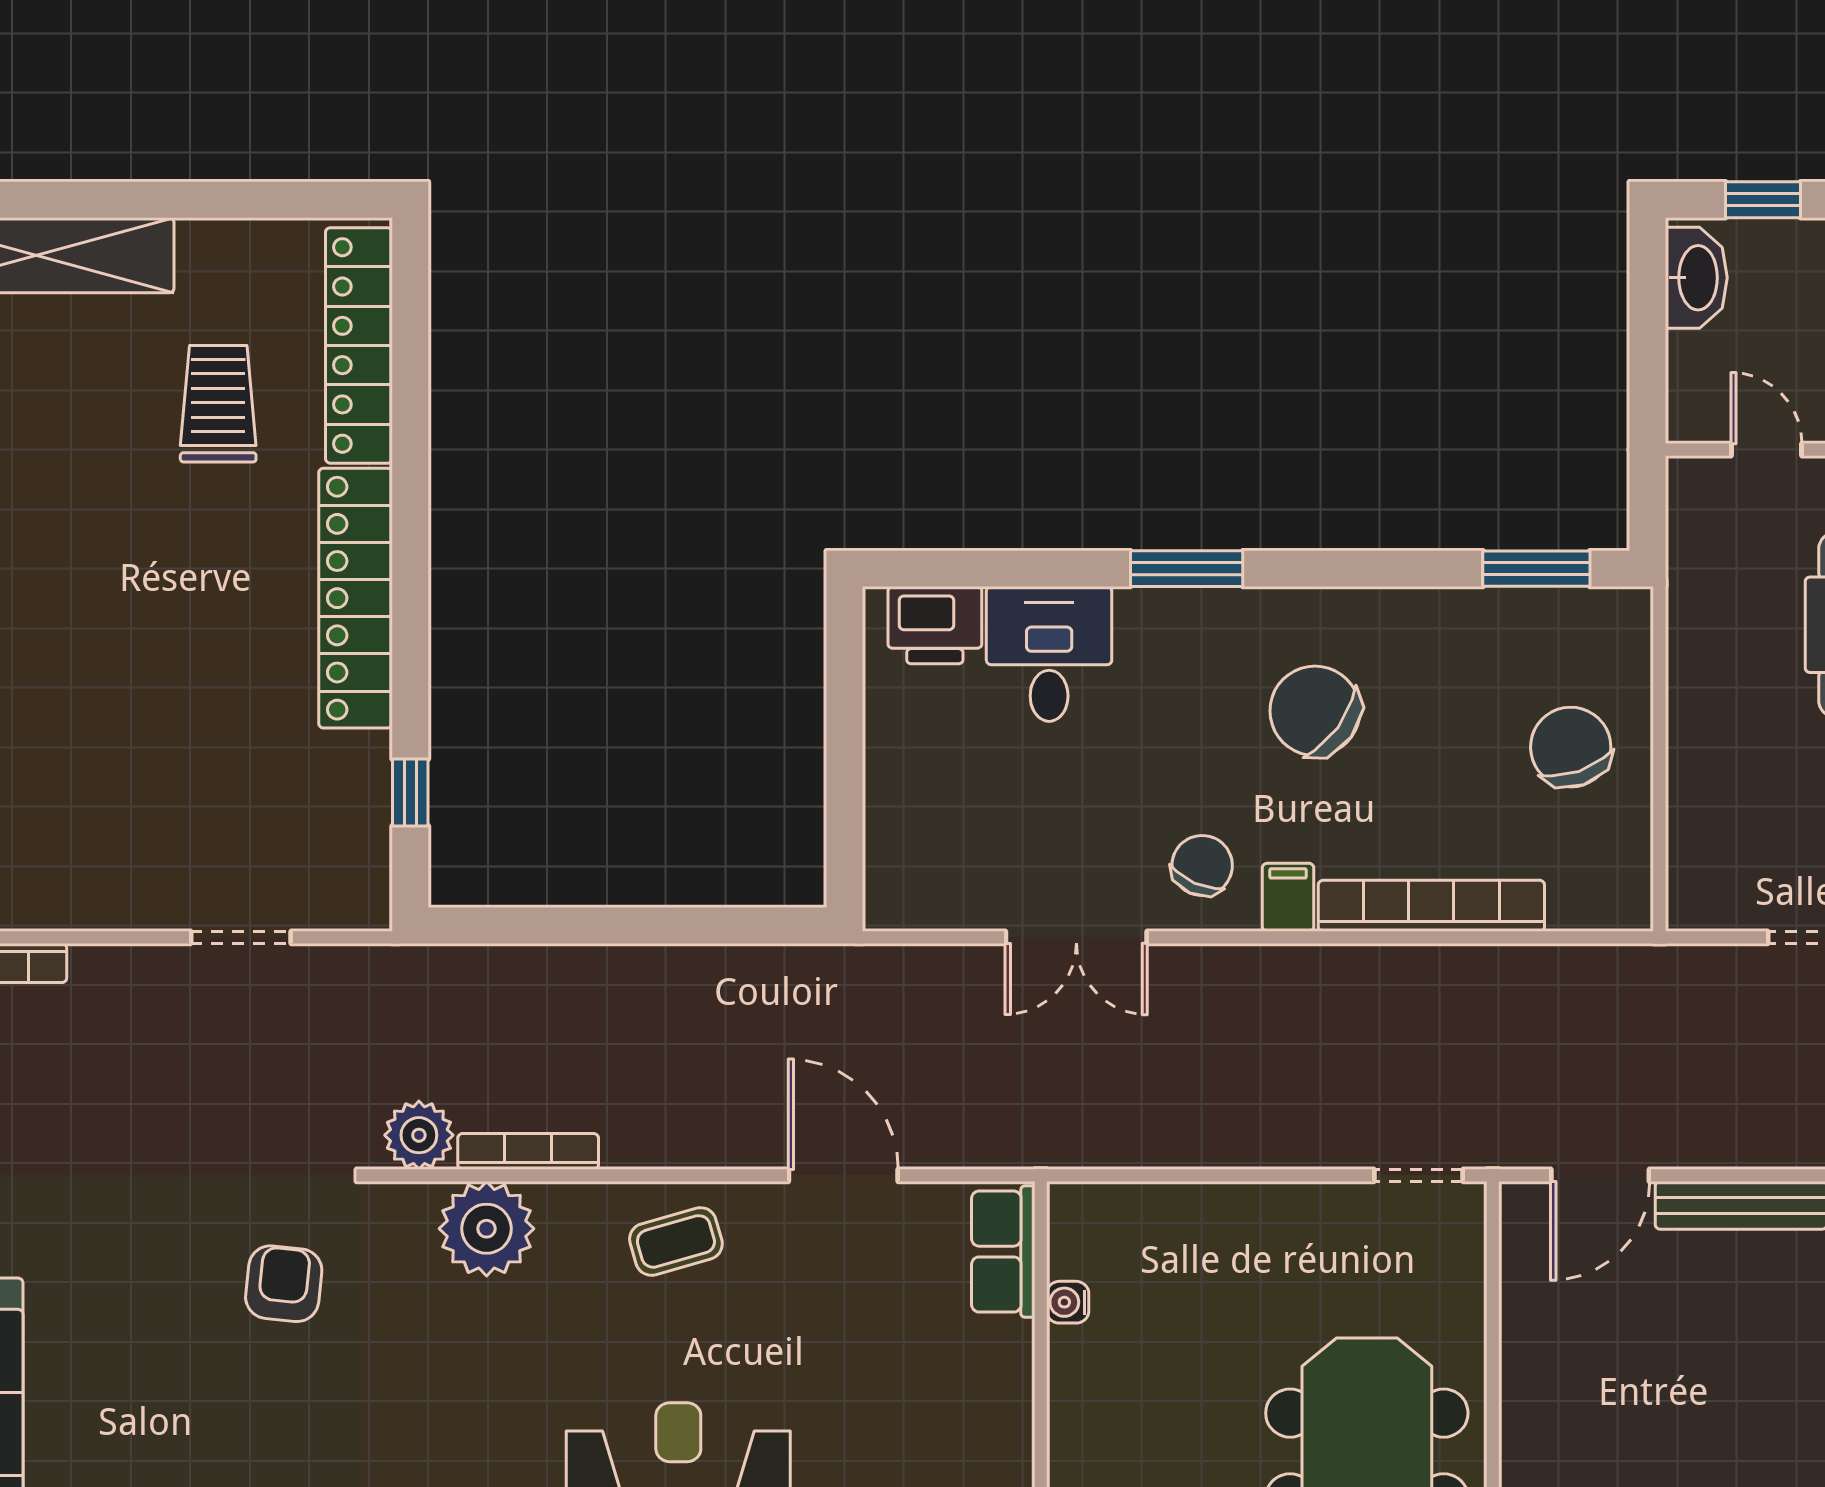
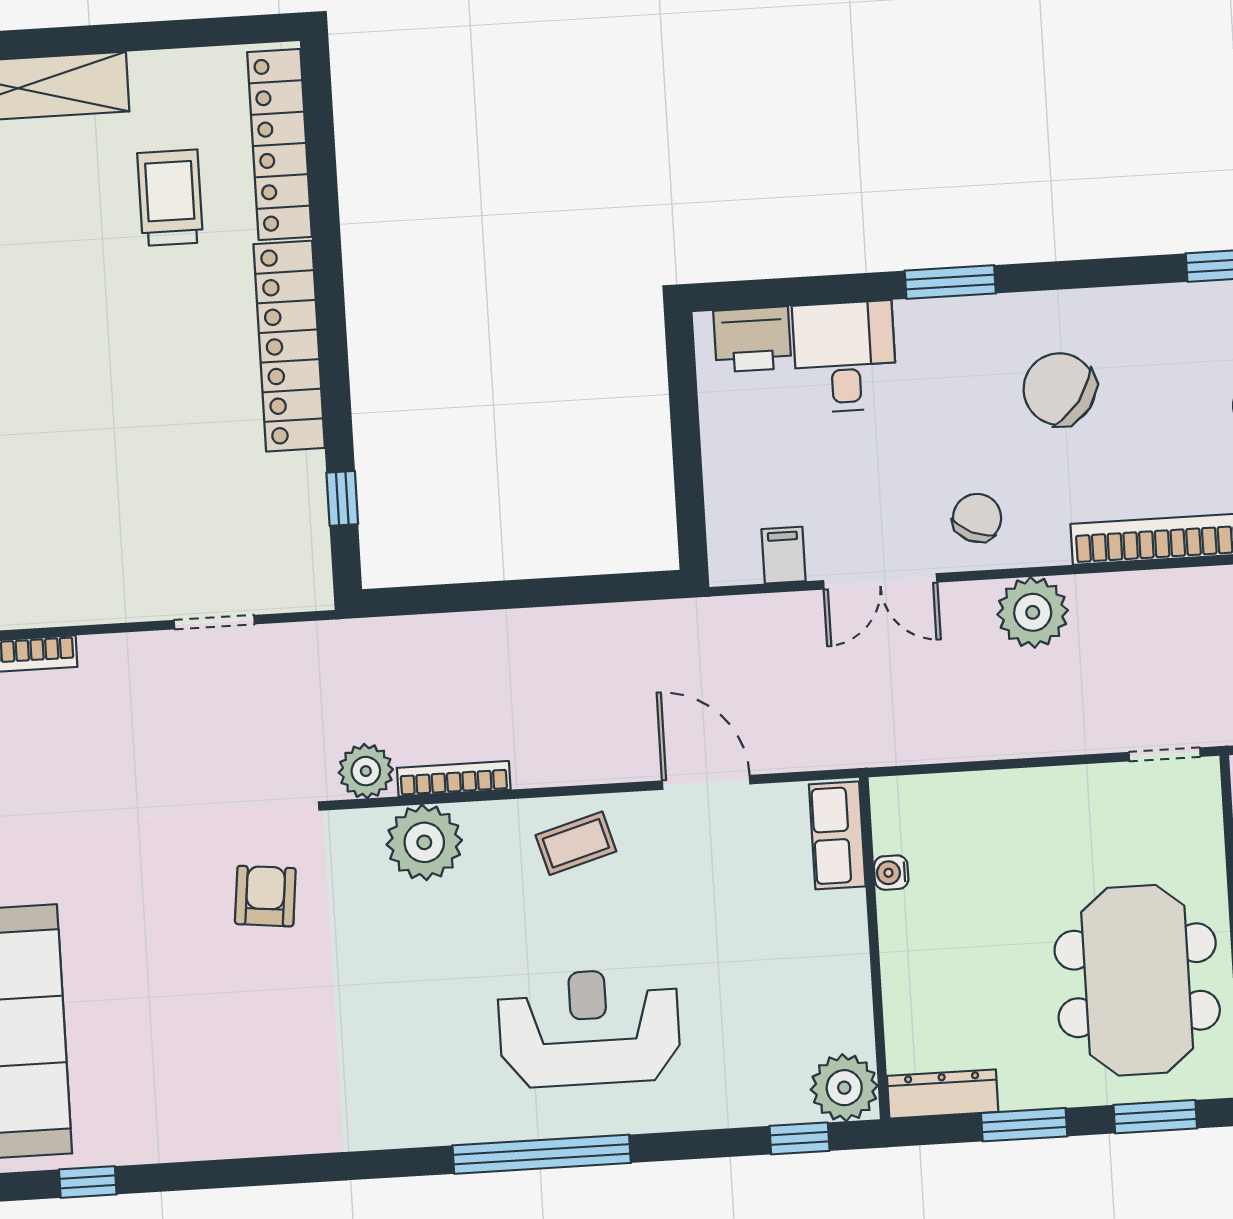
filing cabinet: (1288, 897) -> (784, 555), moved
plant: (1264, 988) -> (1033, 612), added

